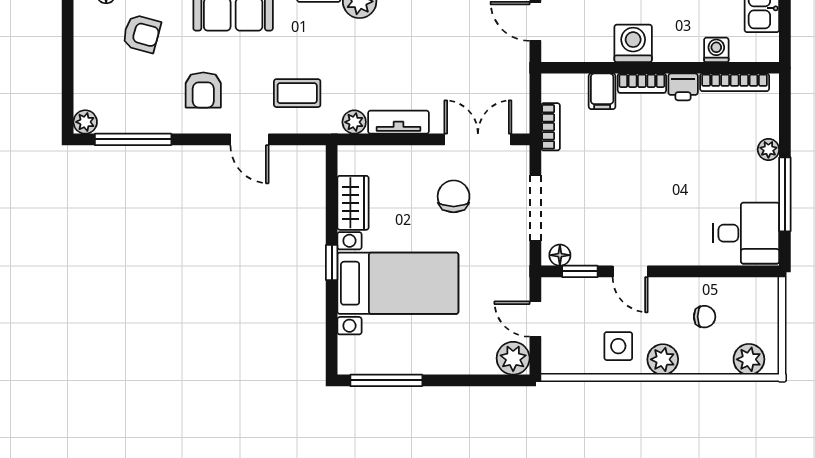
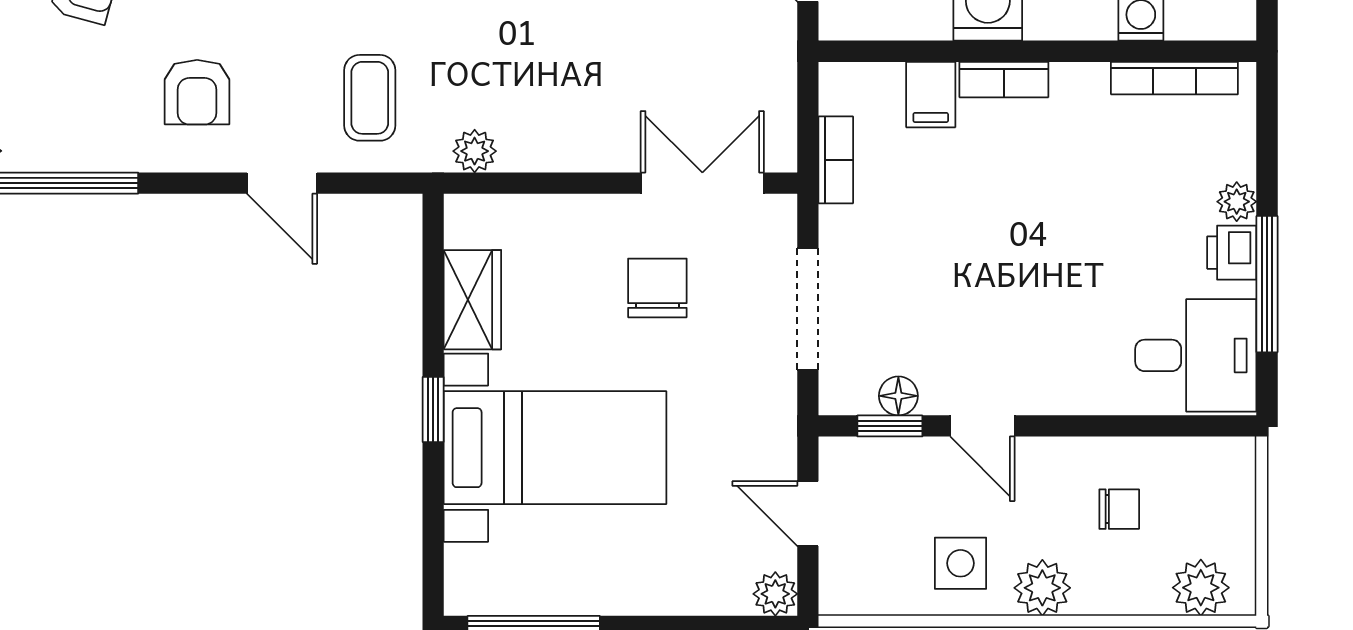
printer: (683, 87) -> (1232, 253), moved, turned 90
coffee table: (297, 93) -> (370, 98), turned 90
tv unit: (398, 122) -> (556, 151), removed
floor lamp: (560, 255) -> (898, 396), moved
plant: (513, 358) -> (775, 594), width x0.73, depth x0.73

